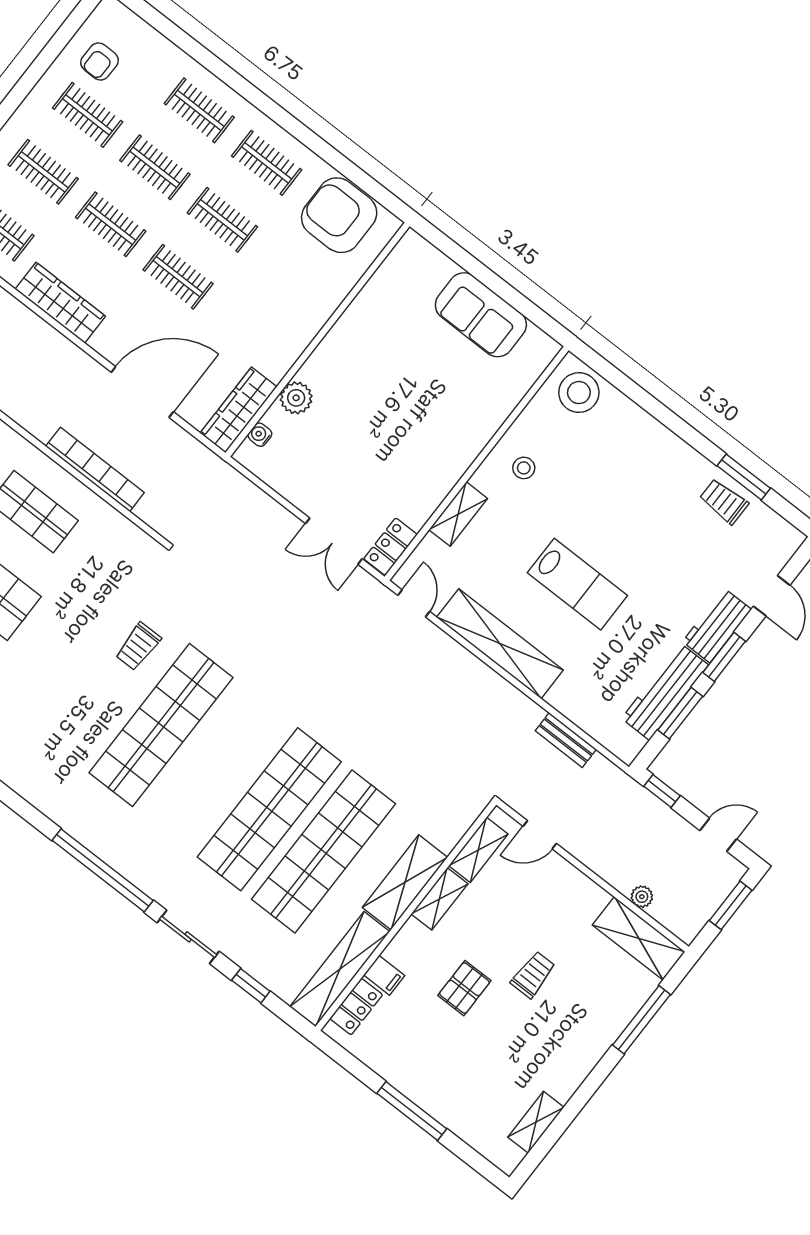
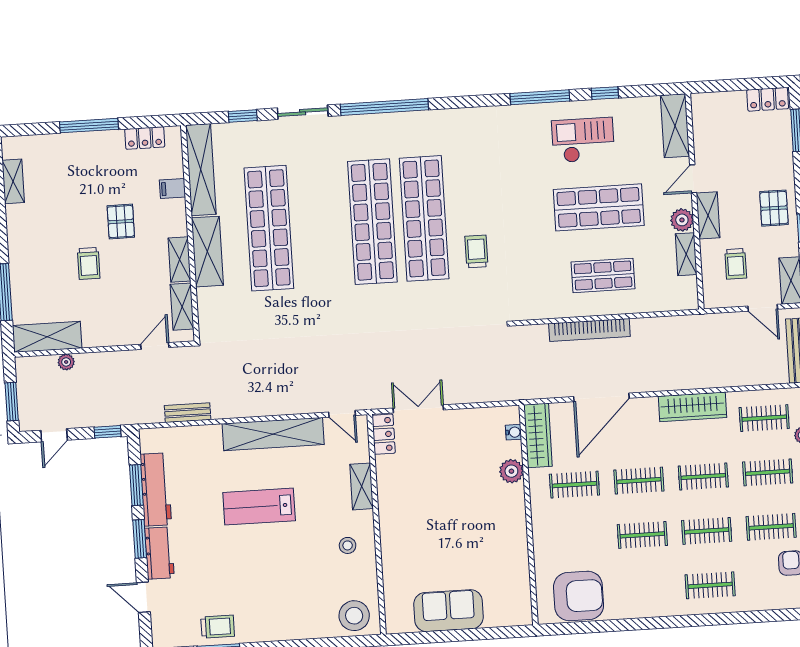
clothes rail: (267, 163) -> (574, 485), moved
shop shelf: (269, 809) -> (372, 222), moved
locker: (356, 1007) -> (145, 138), moved, turned -90

